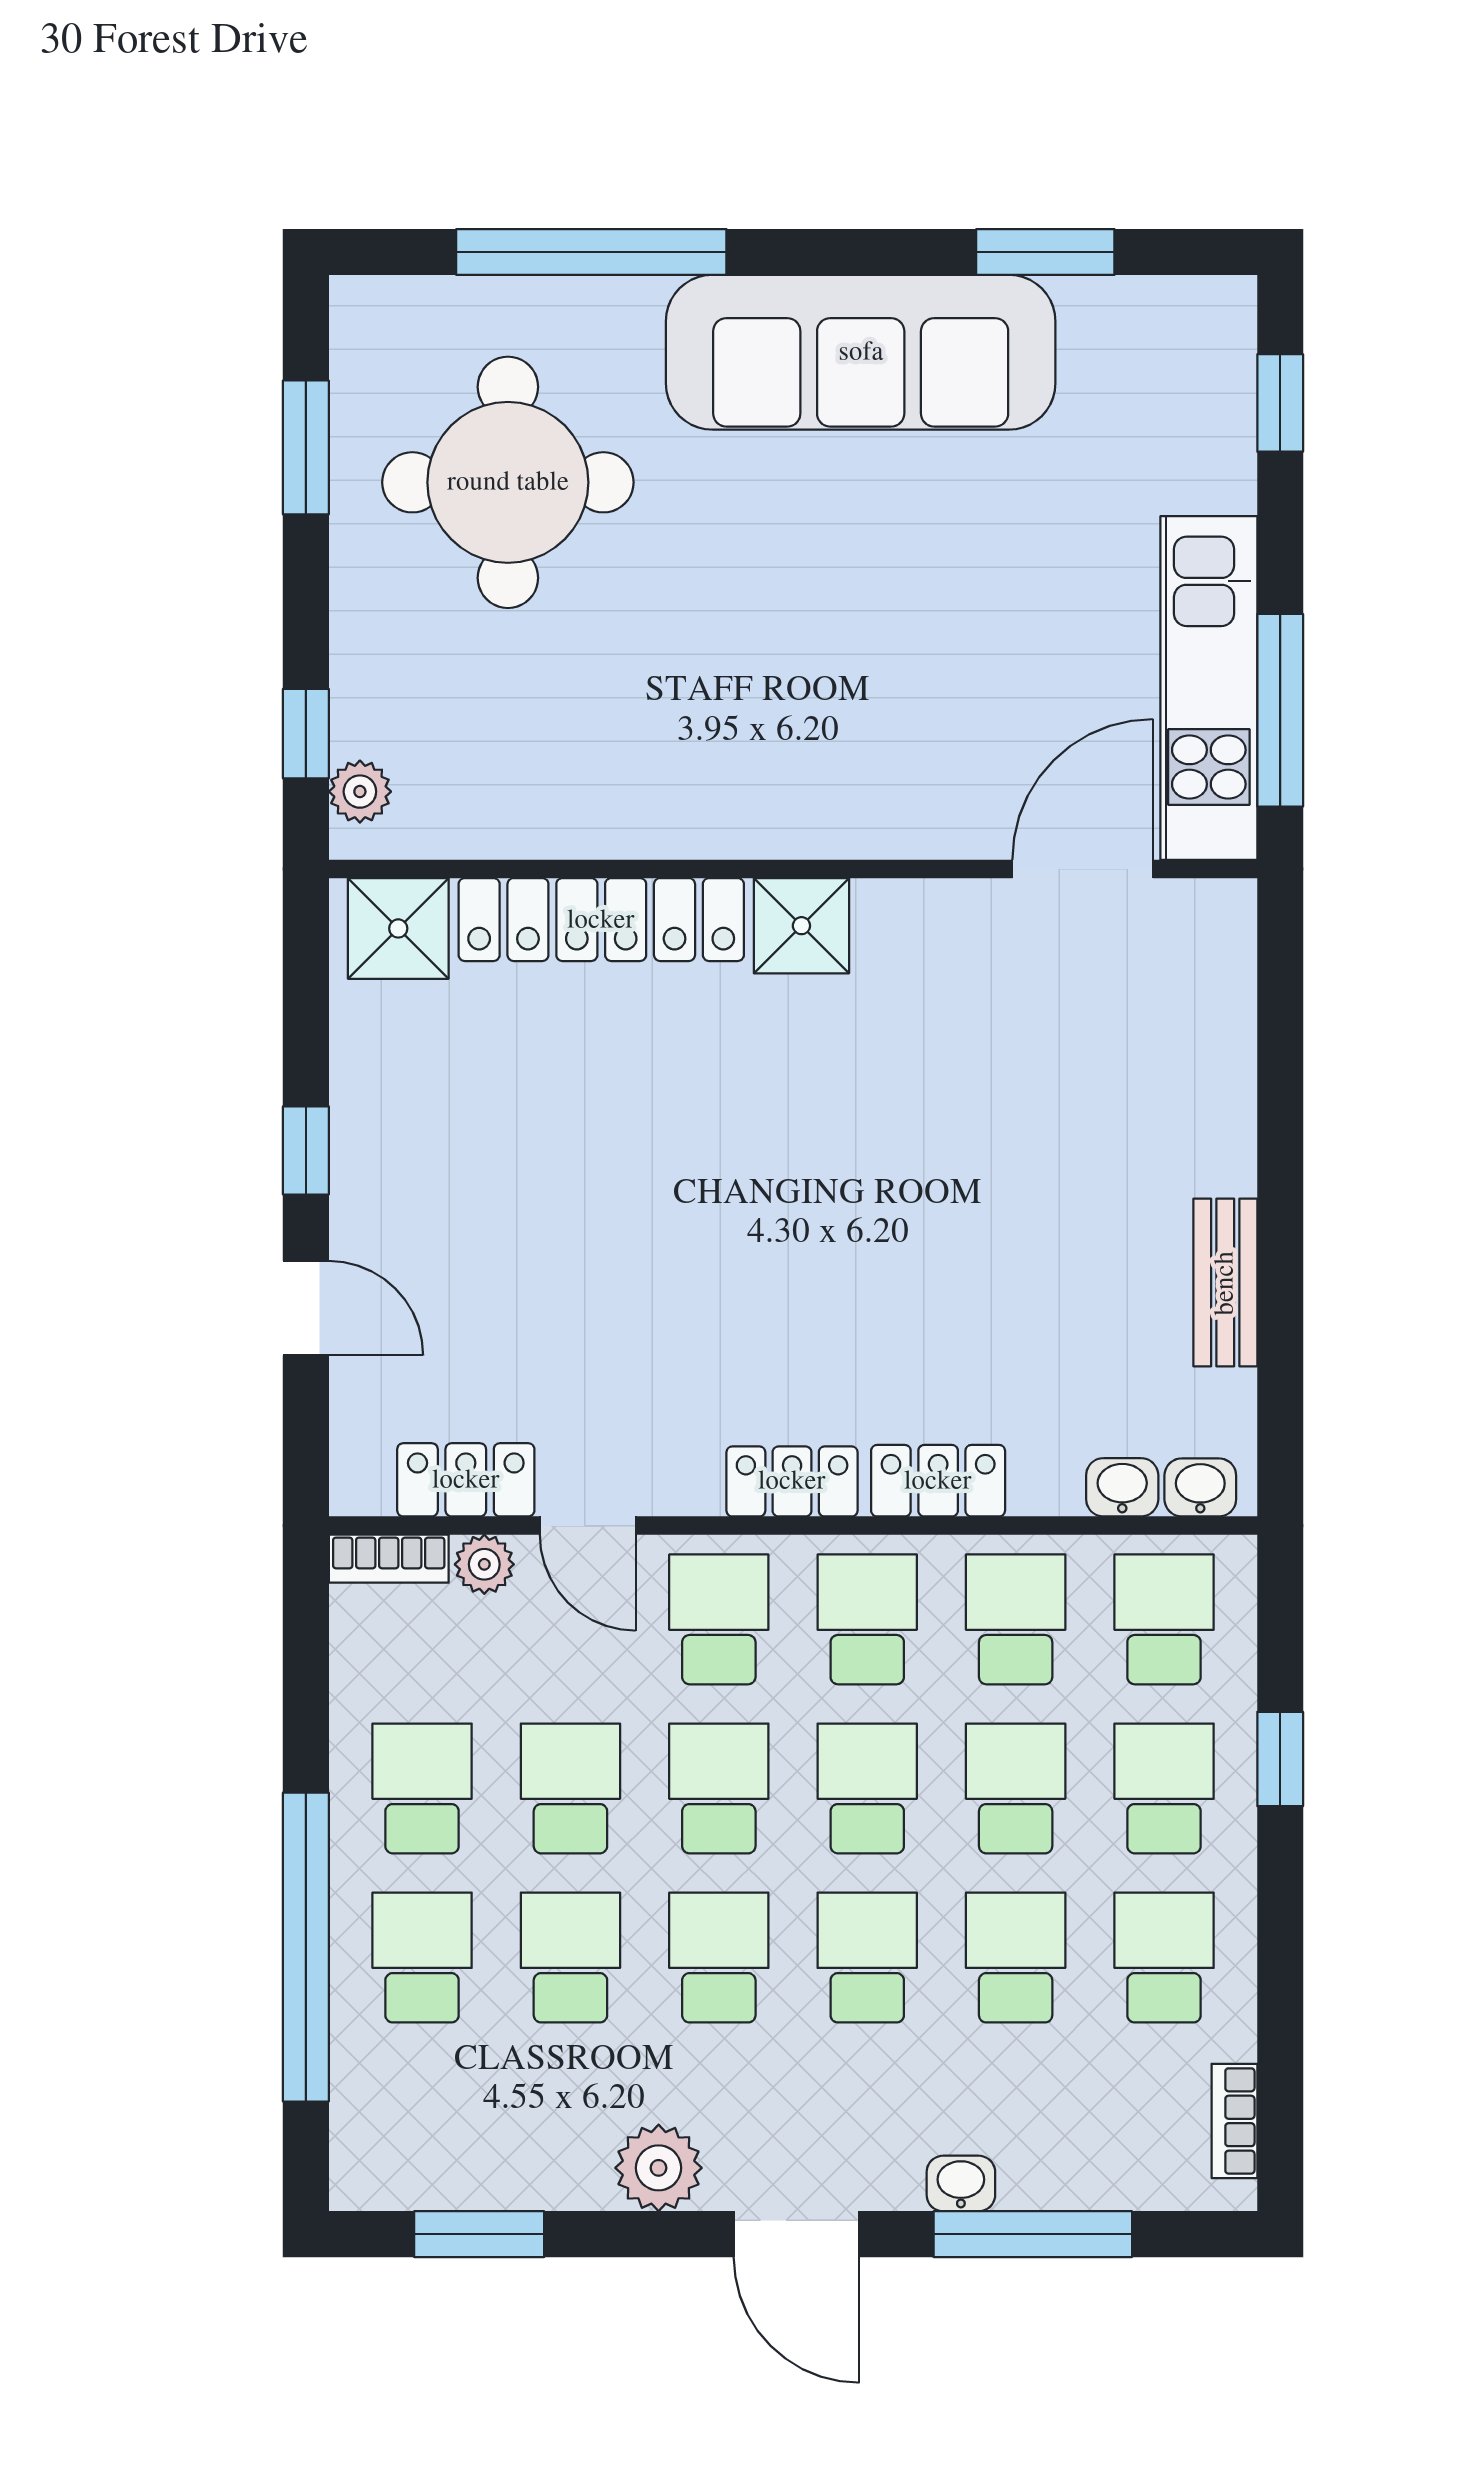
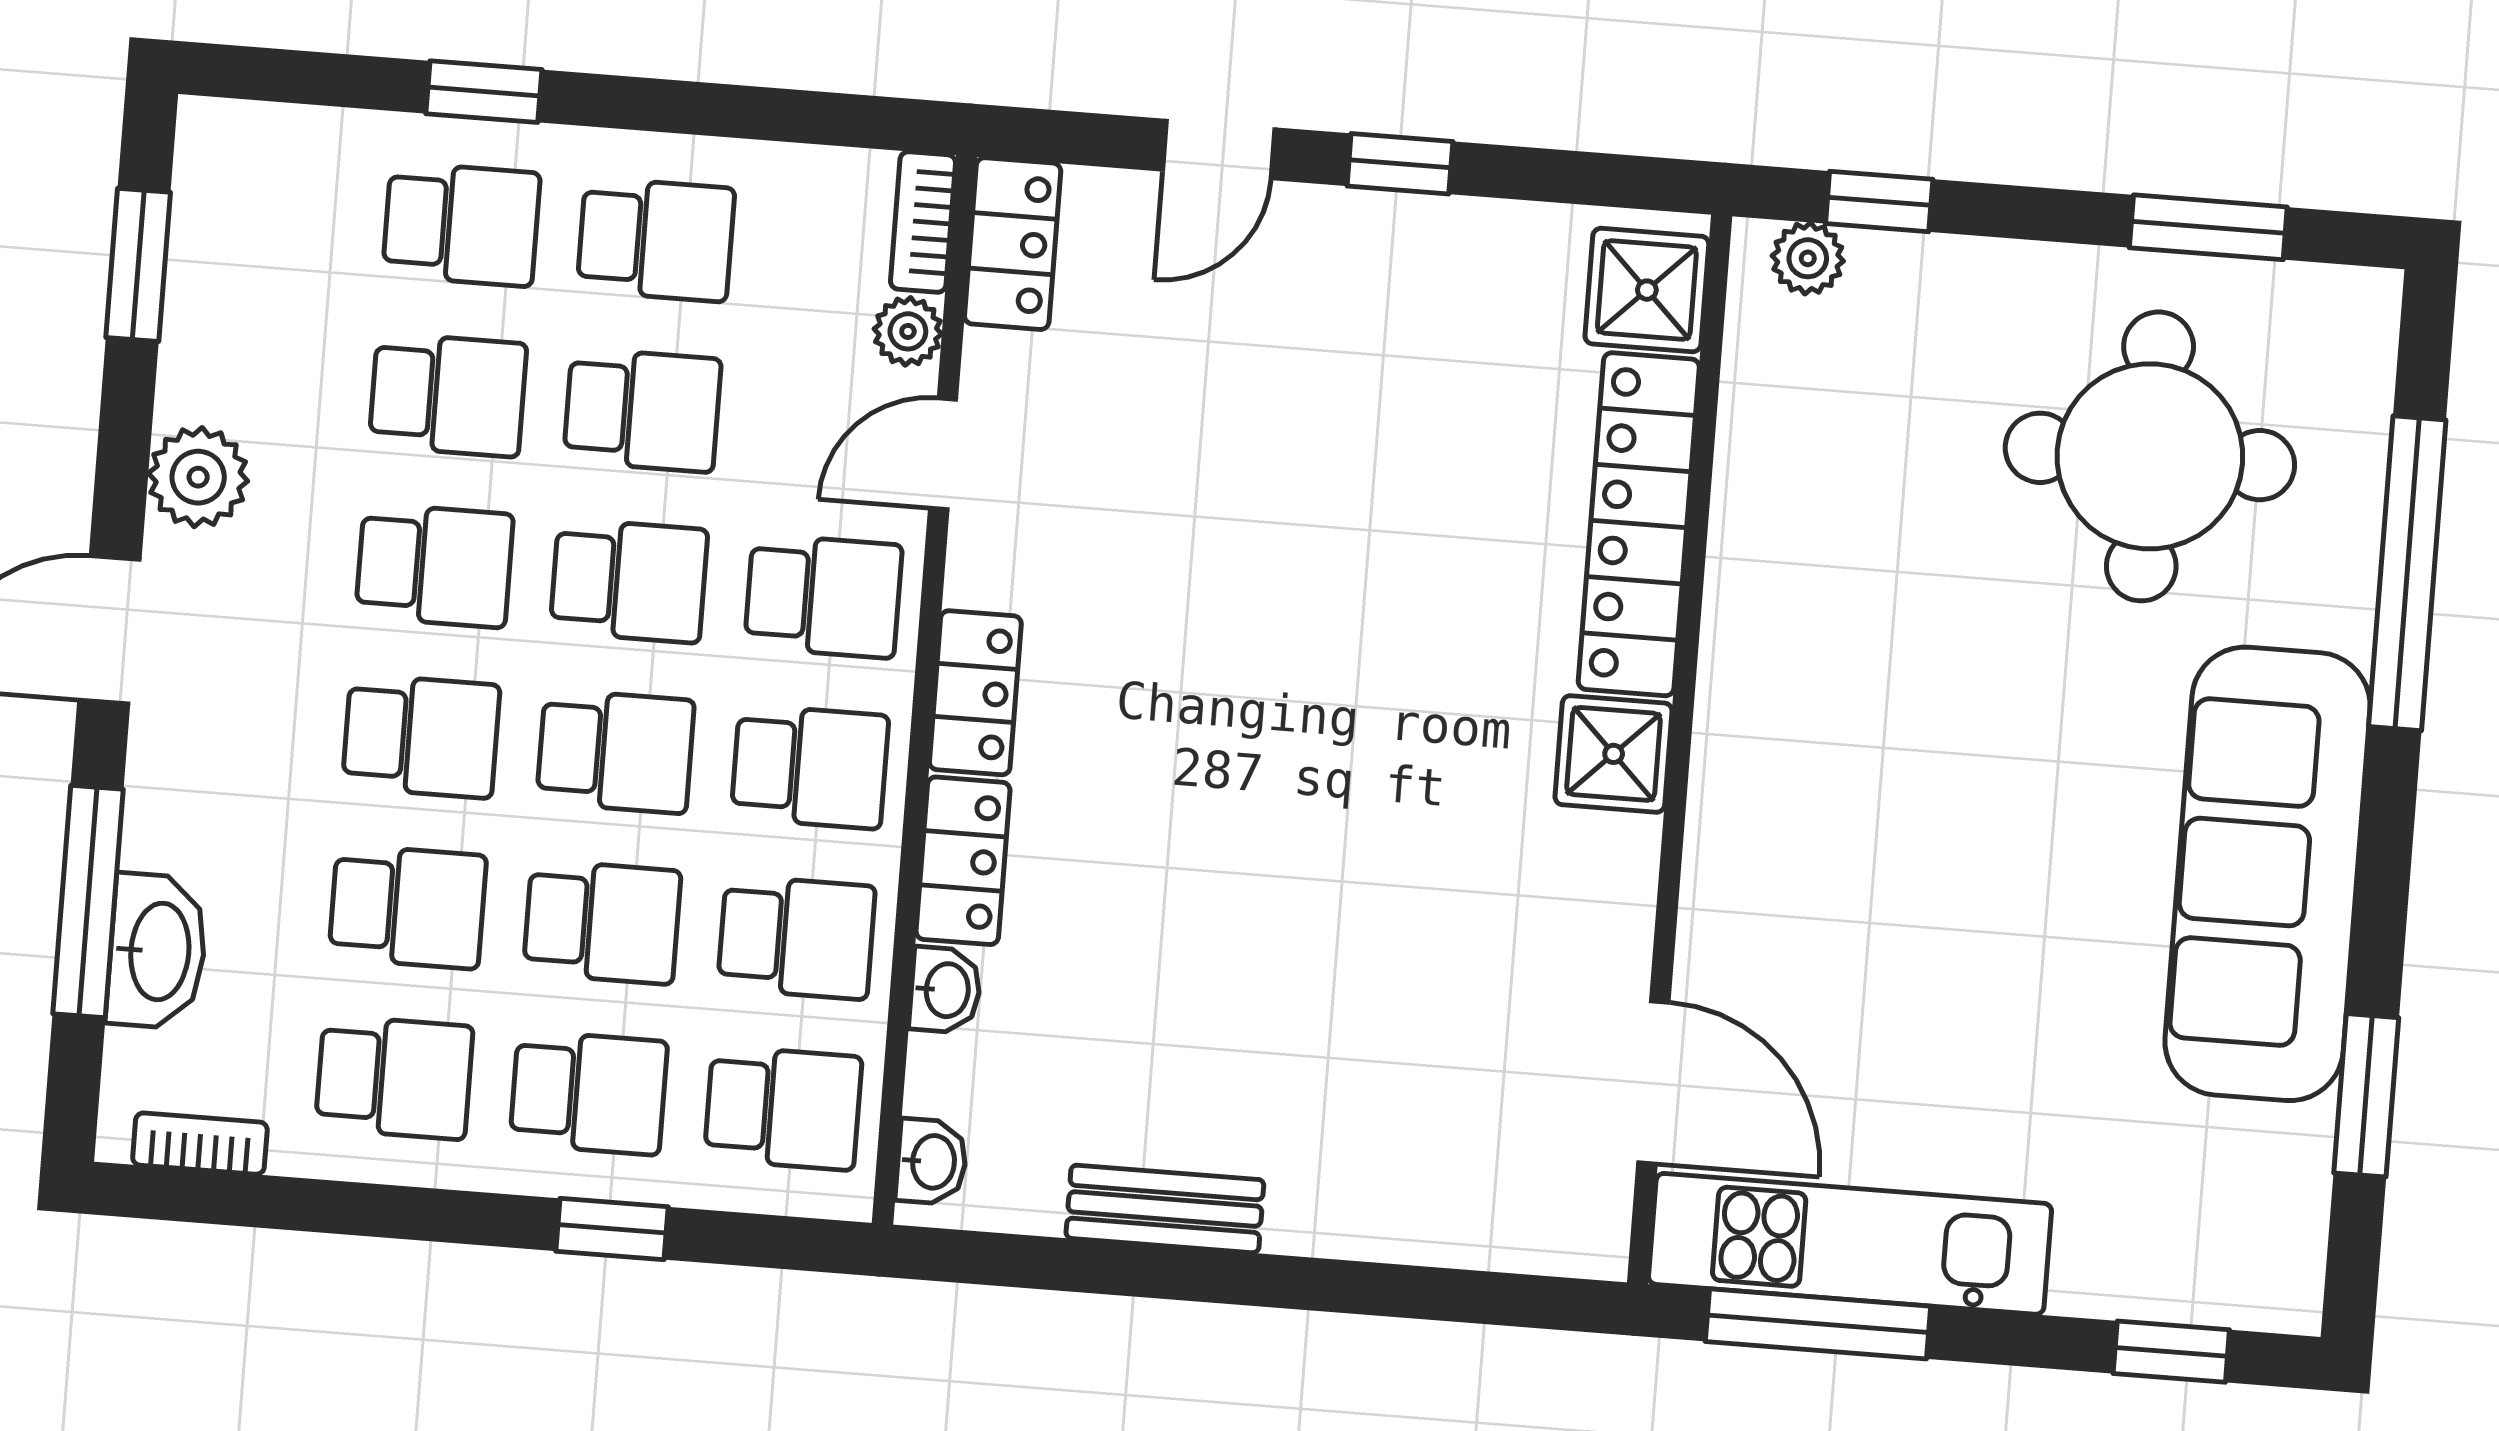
locker: (466, 1480) -> (1013, 244), moved
washbasin: (1122, 1487) -> (945, 990), moved
window: (306, 1947) -> (484, 92), width x0.32
washbasin: (961, 2183) -> (157, 951), moved, width x1.91, depth x1.45

